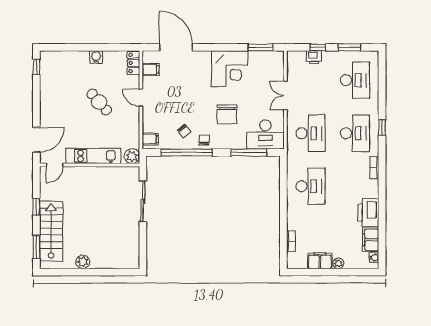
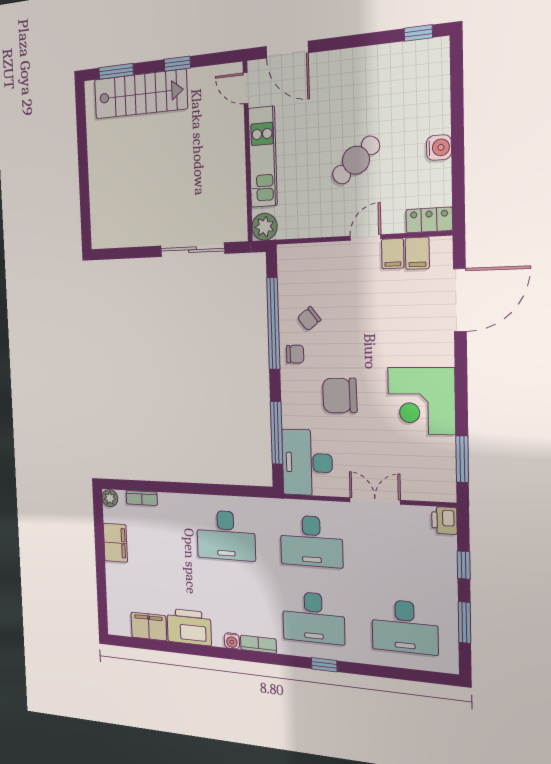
printer: (314, 57) -> (444, 520), moved
filing cabinet: (150, 139) -> (393, 254), moved
water cooler: (374, 258) -> (232, 641), moved
plant: (83, 262) -> (97, 153), removed
plant: (338, 263) -> (110, 498), moved

